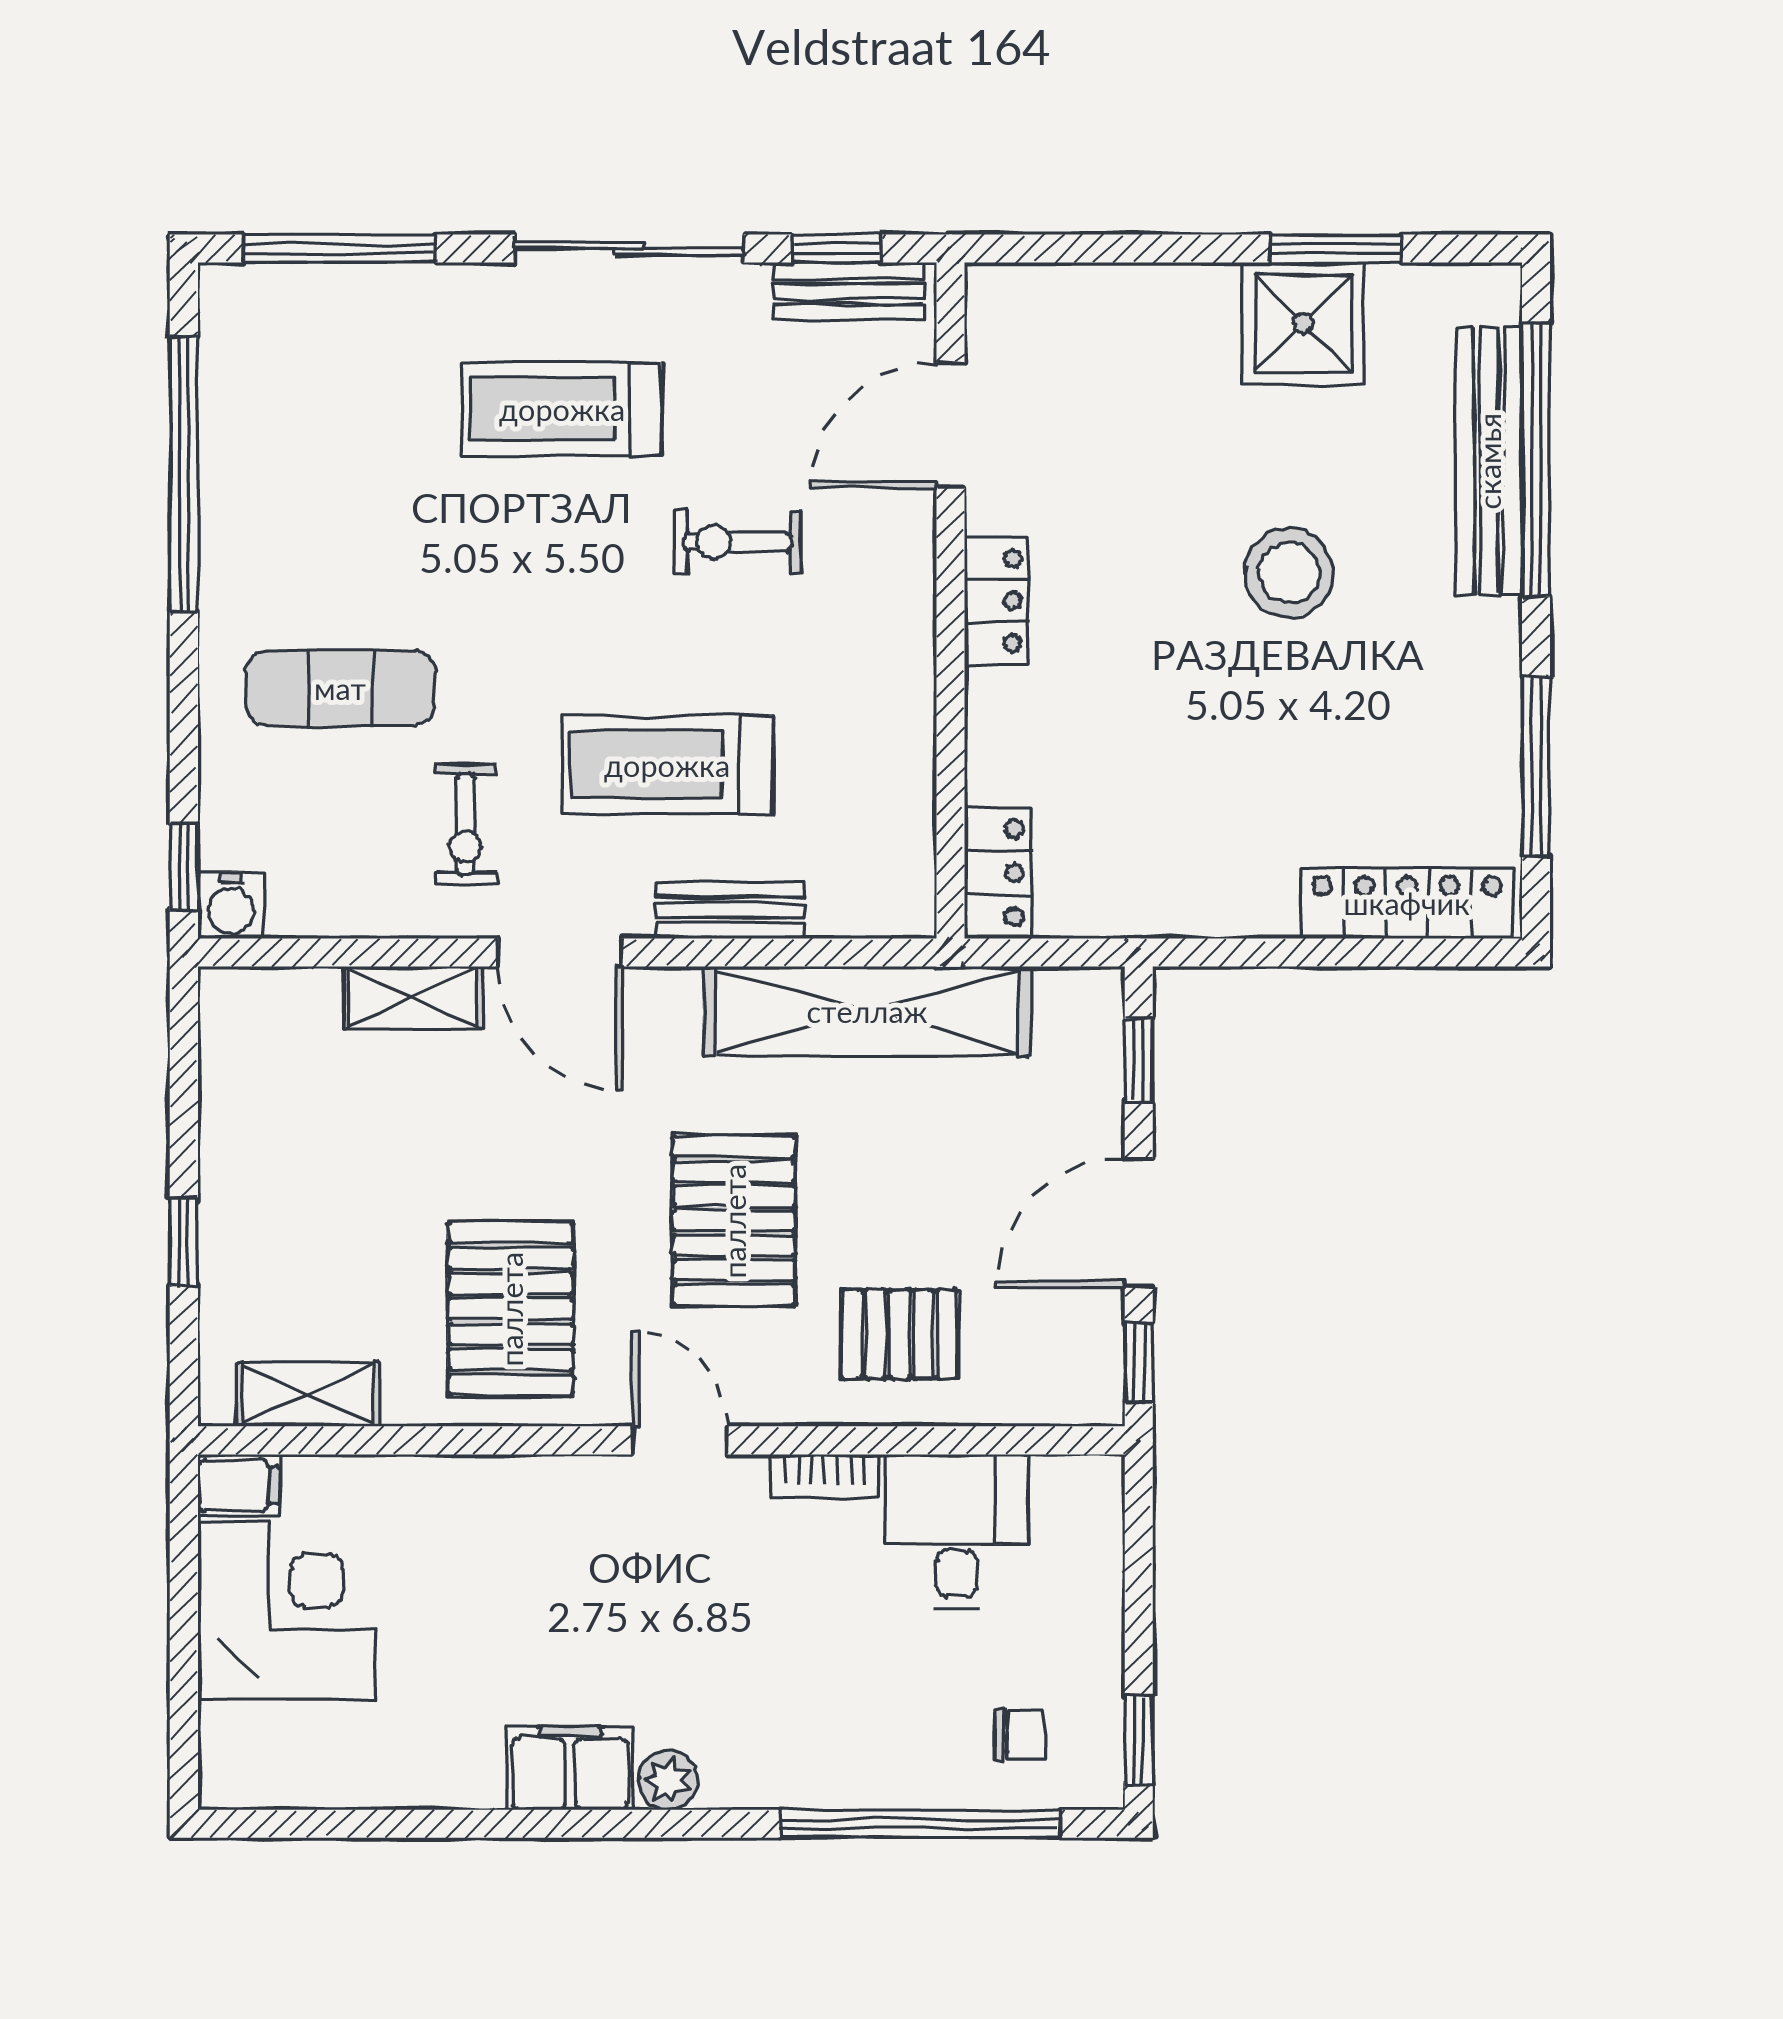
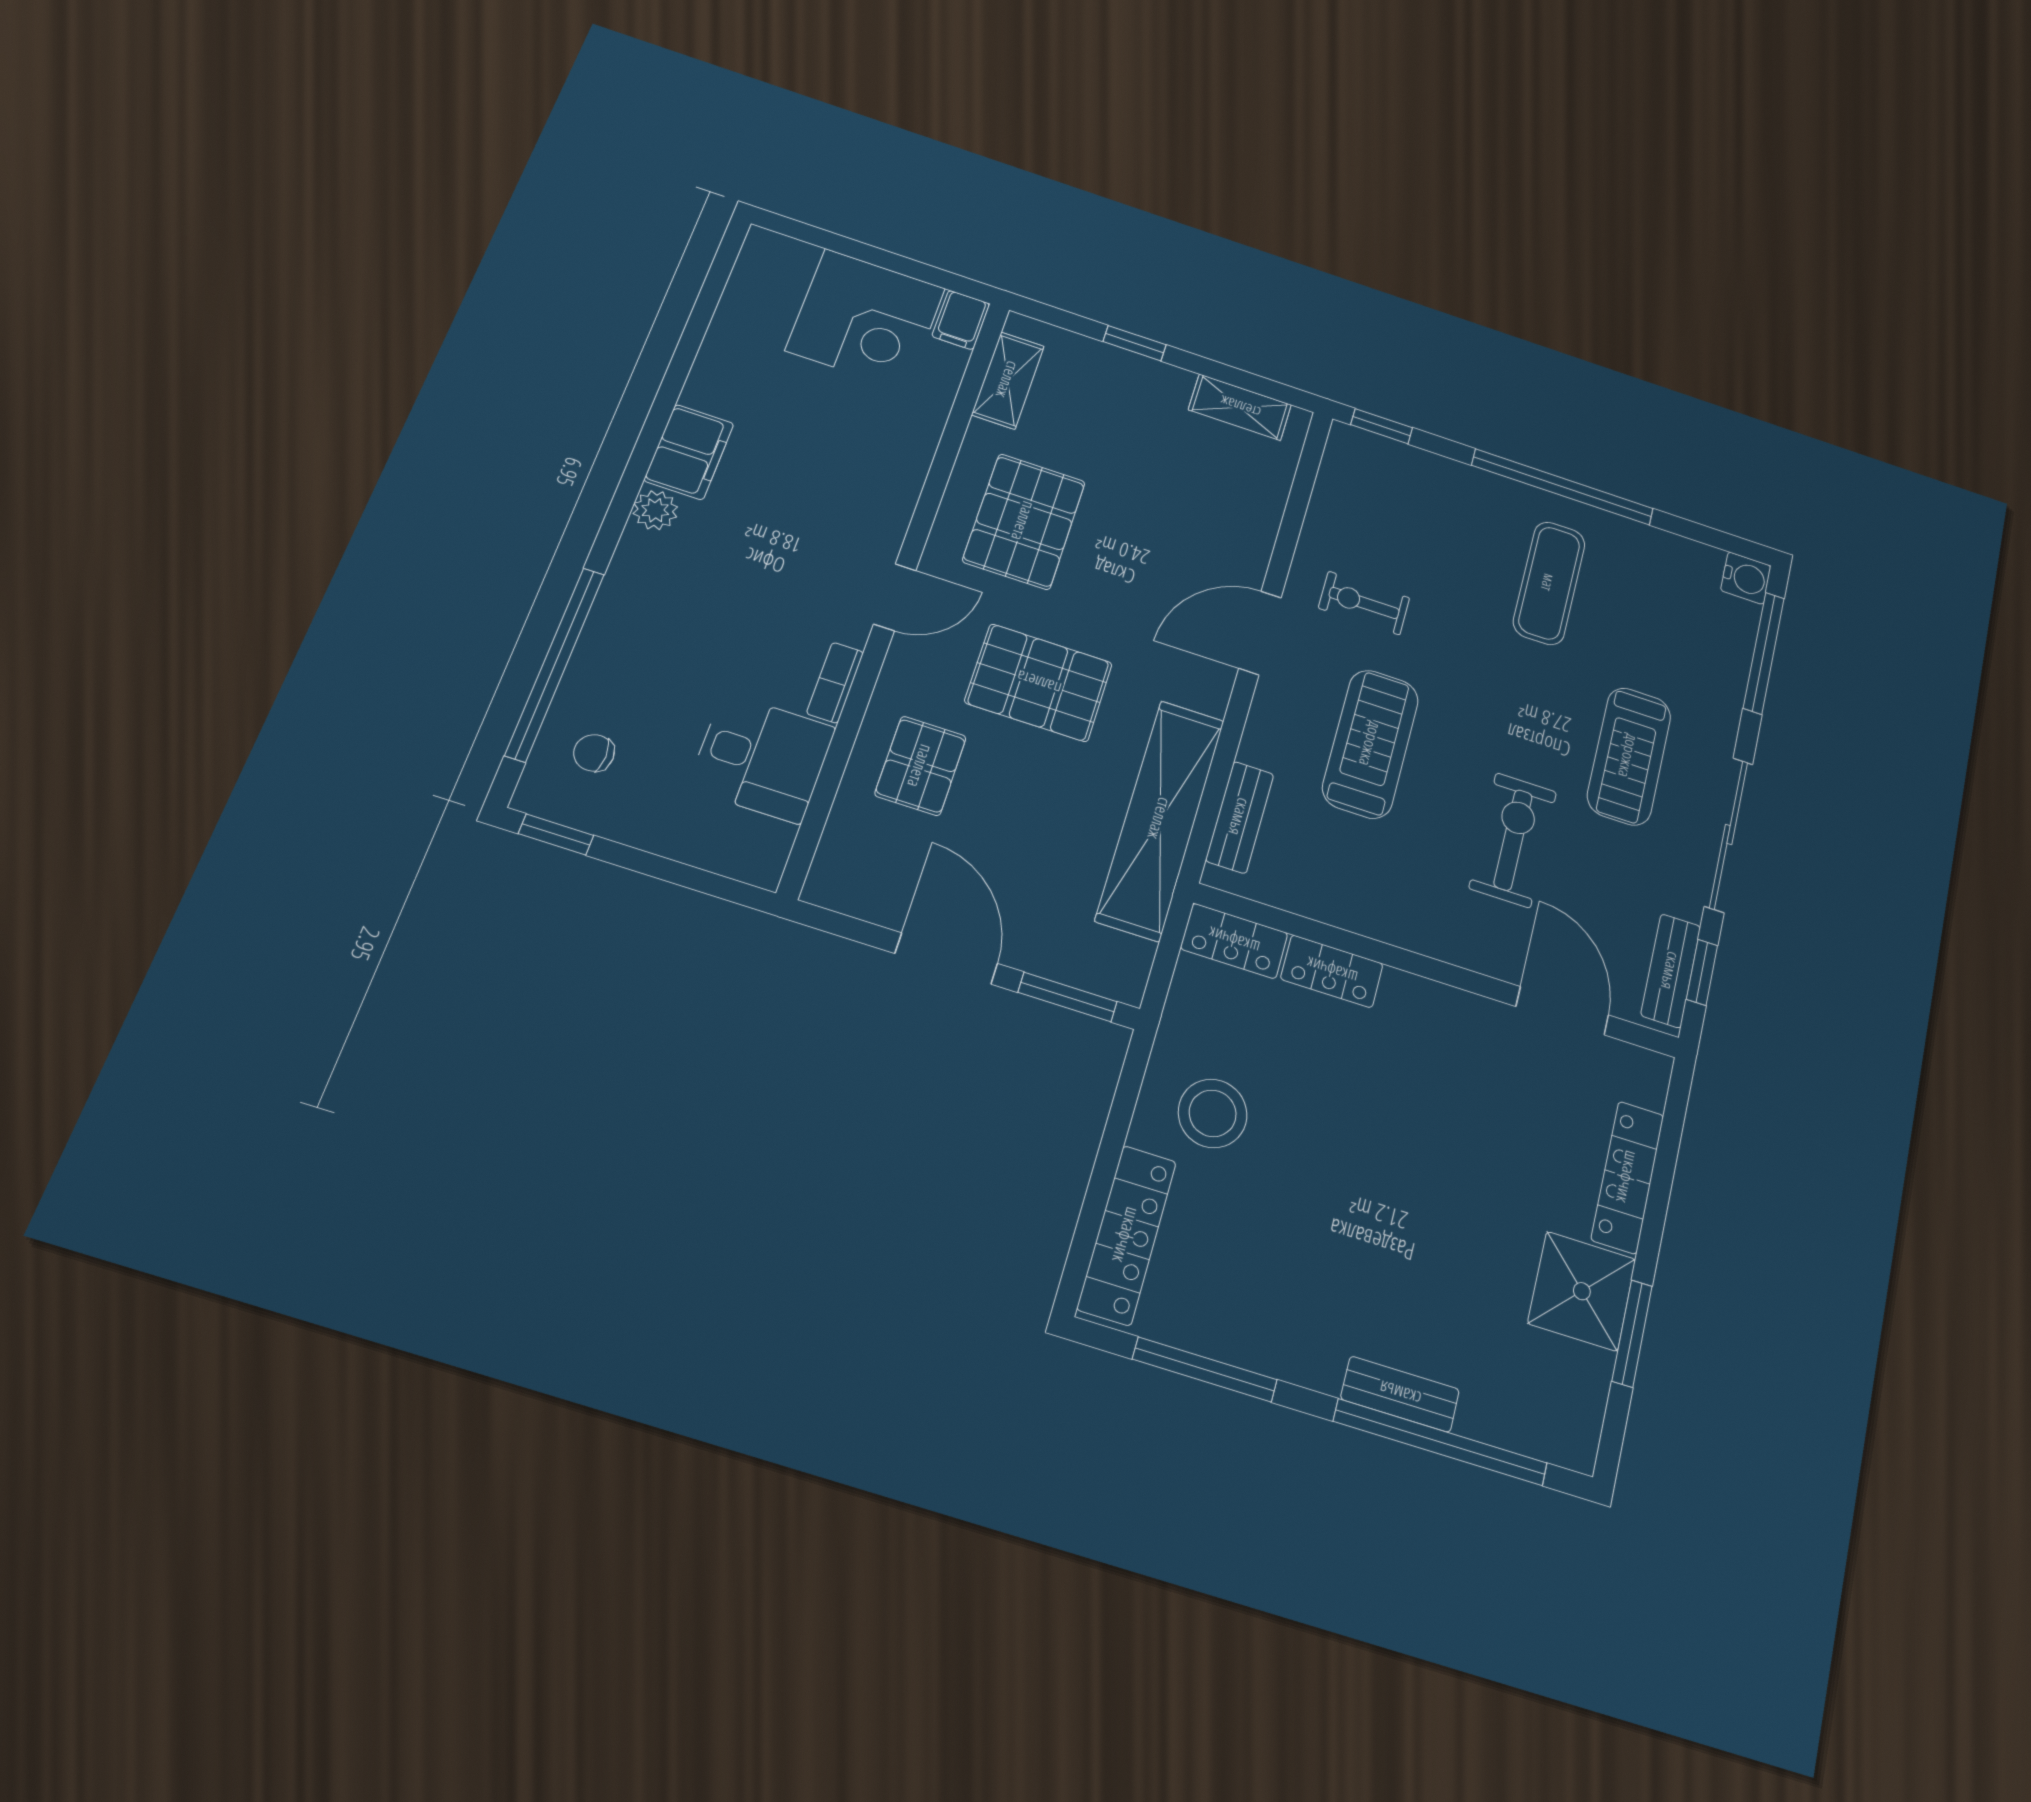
locker: (1141, 294) -> (1628, 1177), added
treadmill: (562, 409) -> (1629, 756), turned 180
bench: (1489, 461) -> (1400, 1394), width x0.54, depth x0.82
window: (184, 474) -> (1562, 487), moved
exercise bike: (738, 542) -> (1513, 840), width x1.38, depth x1.39
stool: (1289, 573) -> (1213, 1113), moved
locker: (997, 601) -> (1332, 971), moved
exercise mat: (340, 688) -> (1549, 583), moved
water cooler: (231, 905) -> (1746, 578), moved, turned 180
bench: (730, 910) -> (1240, 817), moved
shelving: (413, 998) -> (1240, 407), moved, turned 90
window: (1139, 1060) -> (1067, 997), width x1.50
pallet: (511, 1309) -> (1024, 521), turned 90
window: (1139, 1363) -> (842, 925), removed
chair: (1020, 1734) -> (594, 753), turned 90

